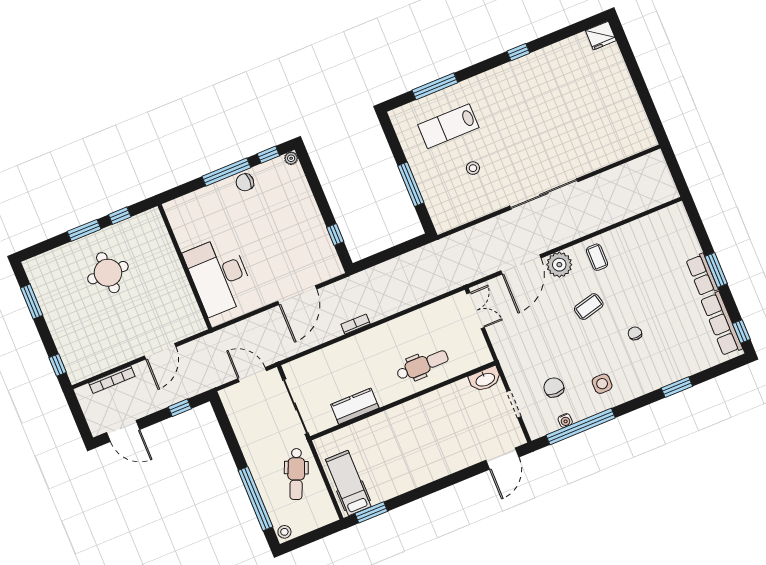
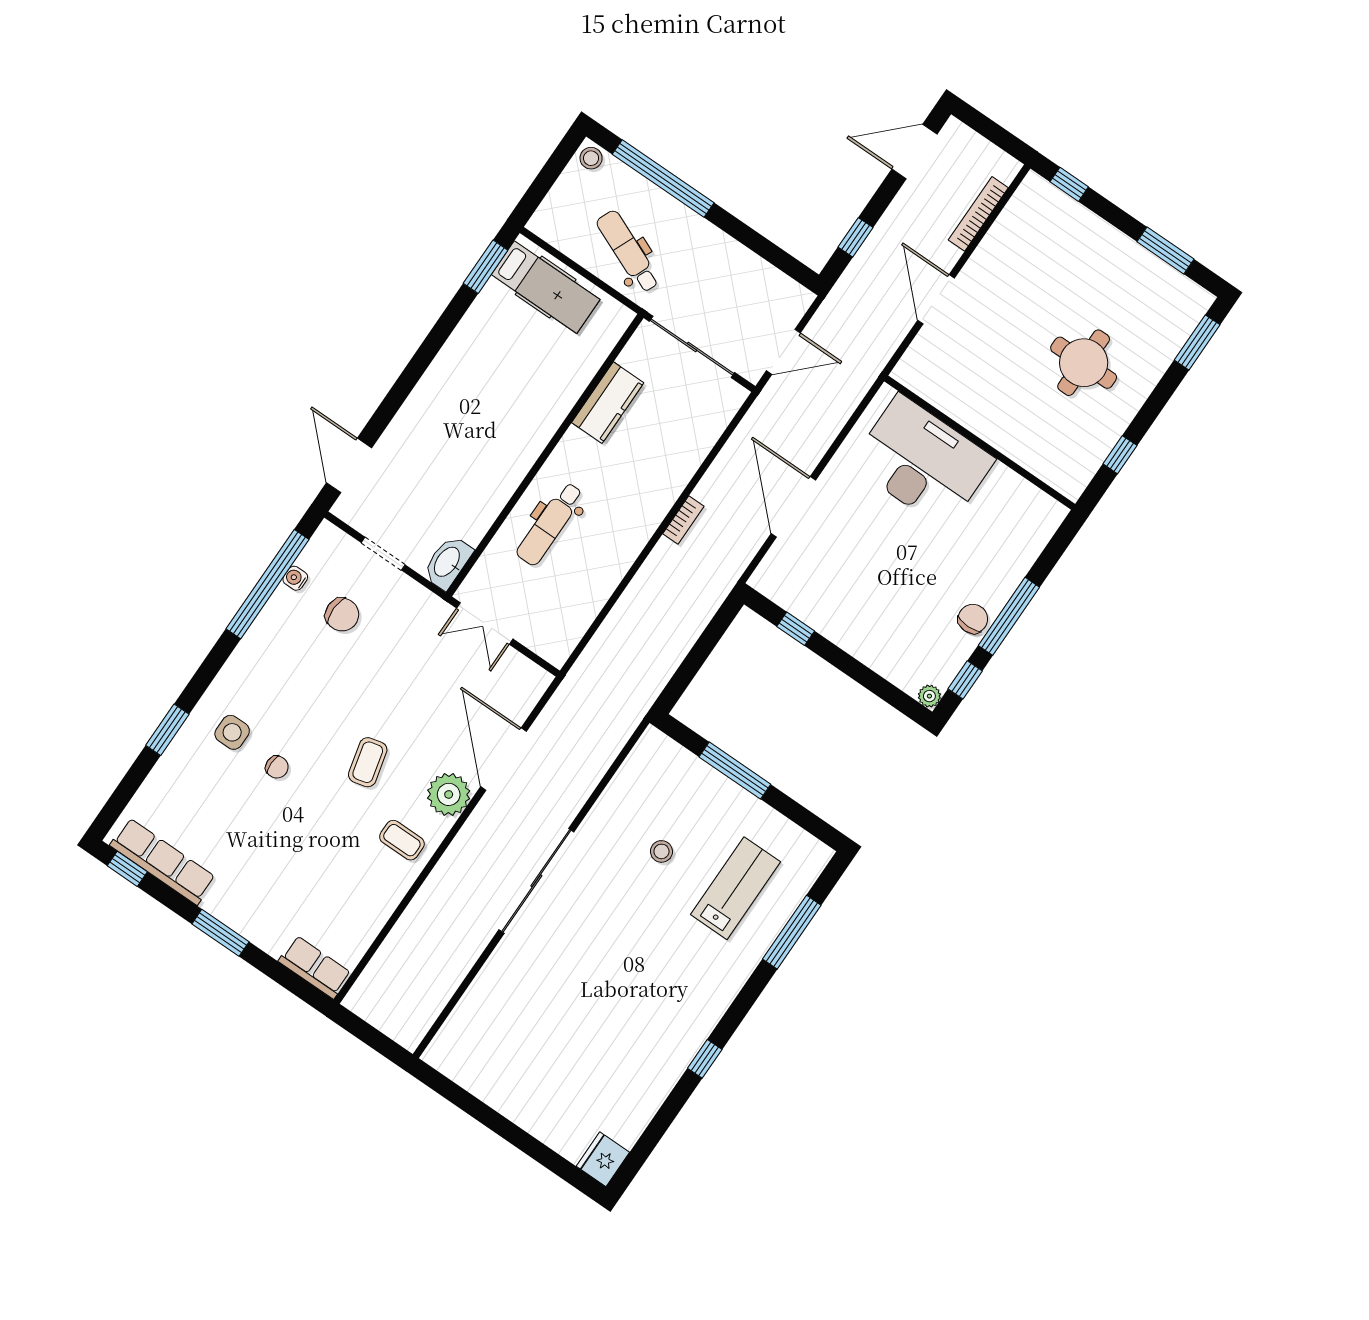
window: (84, 230) -> (1197, 342), moved
row of seats: (702, 275) -> (315, 967), moved
double door: (476, 311) -> (485, 623), moved
side table: (602, 384) -> (232, 732), moved

